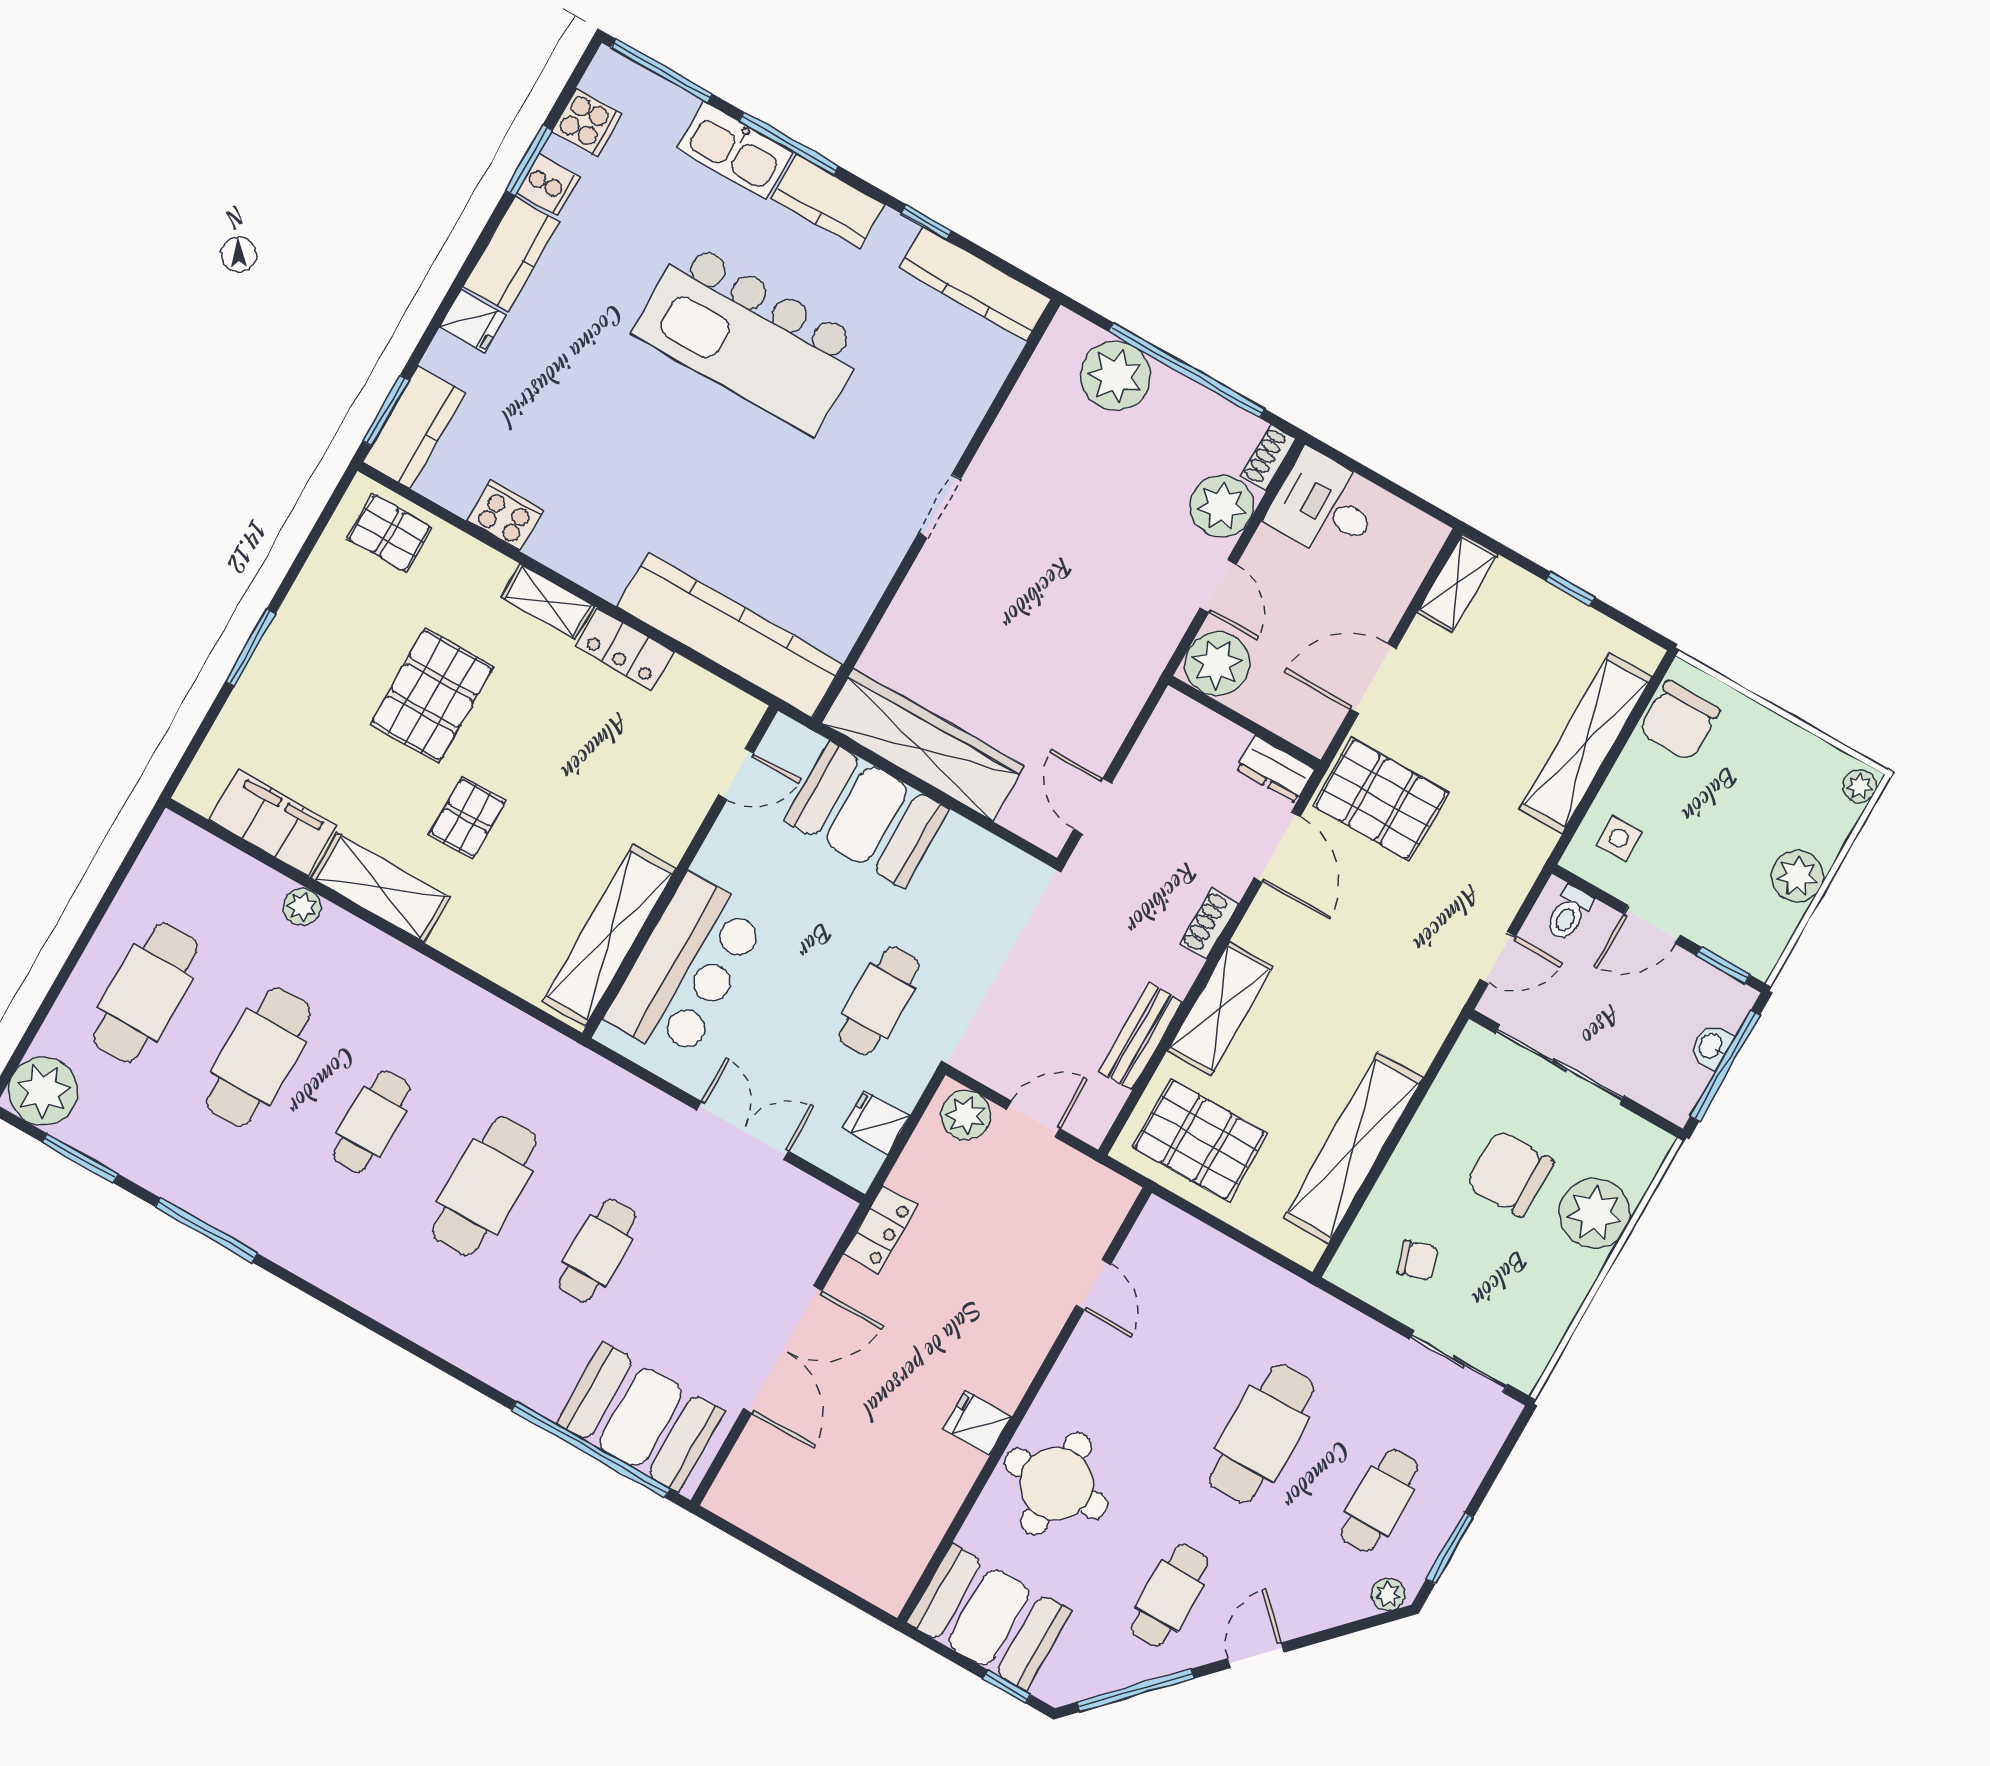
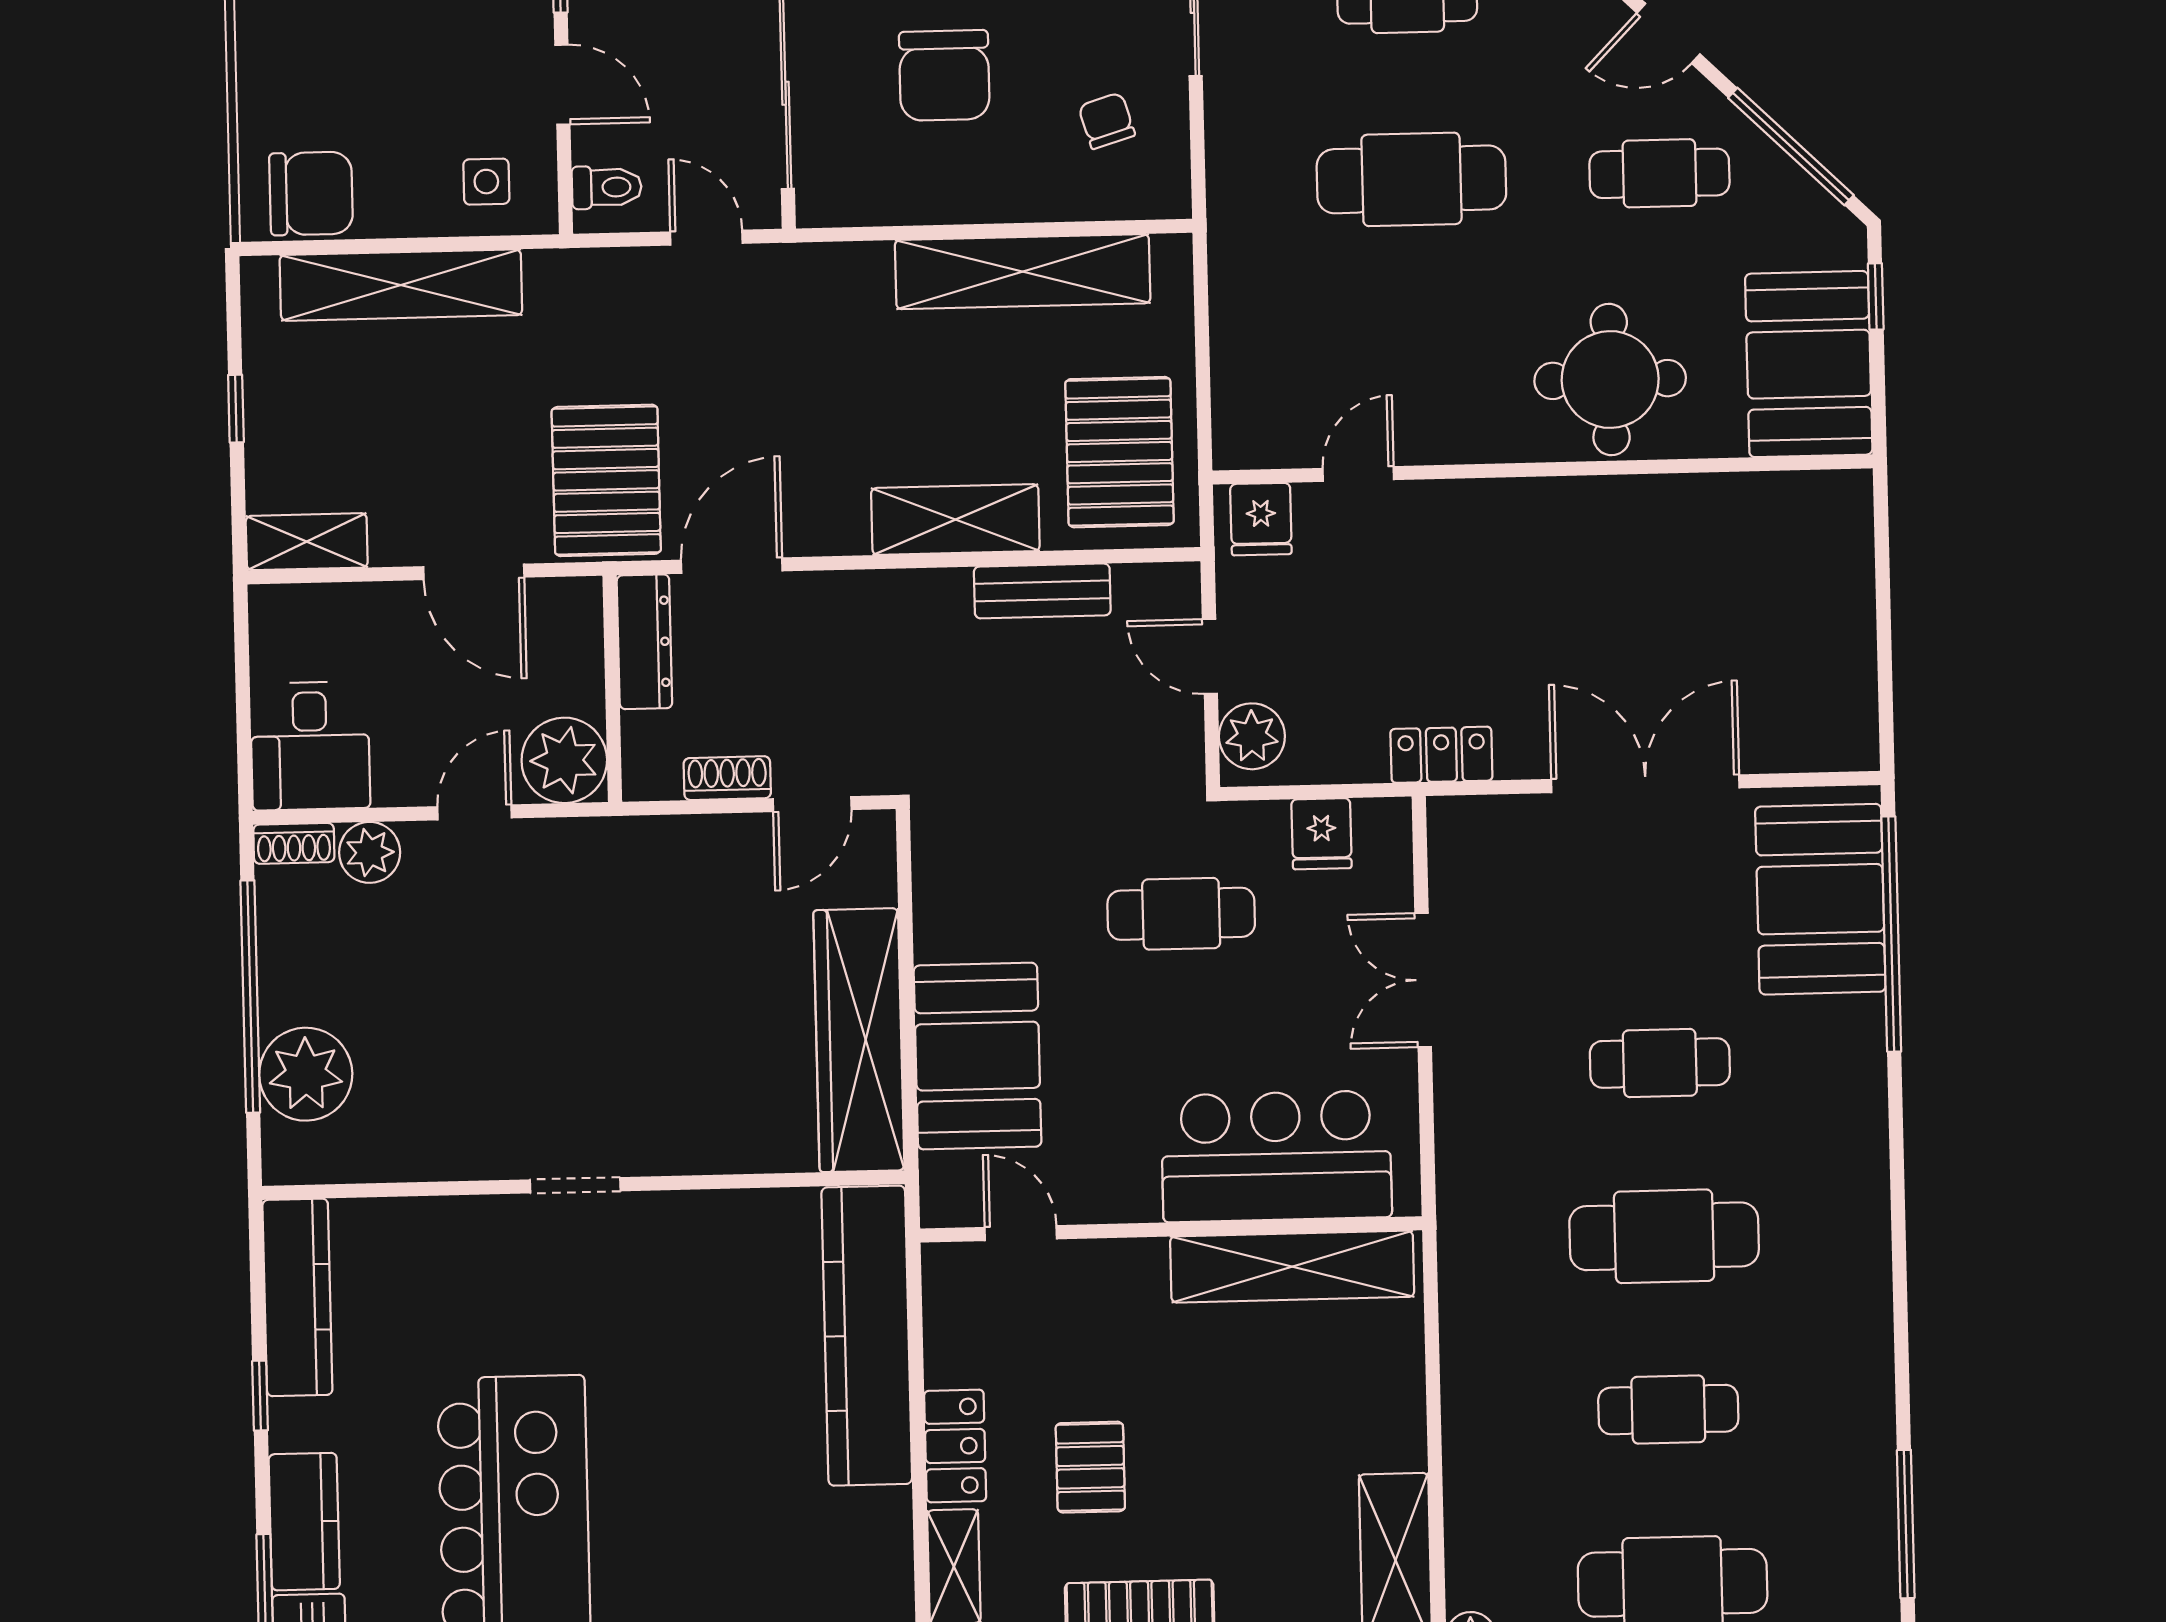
plant: (1222, 506) -> (370, 852), width x0.73, depth x0.73
dresser: (1275, 769) -> (644, 642), width x1.44
pallet: (468, 818) -> (1090, 1467), moved, turned 90
shoe rack: (1209, 924) -> (727, 778), moved, turned 180
fridge: (978, 1423) -> (1261, 519), moved

